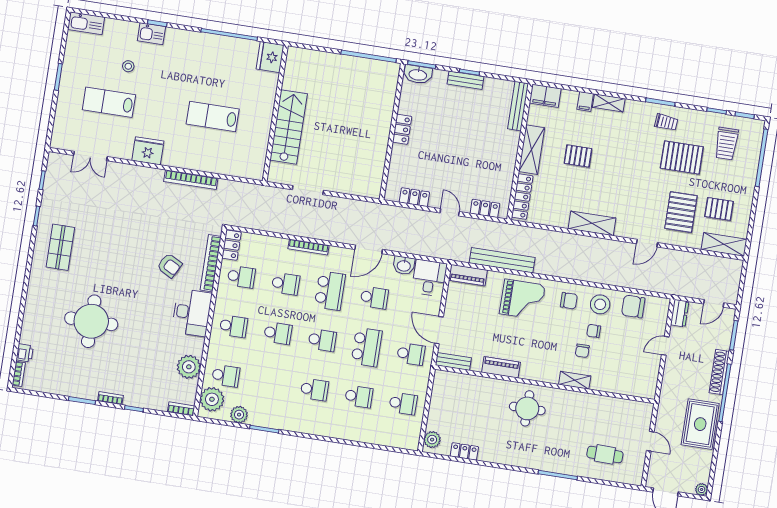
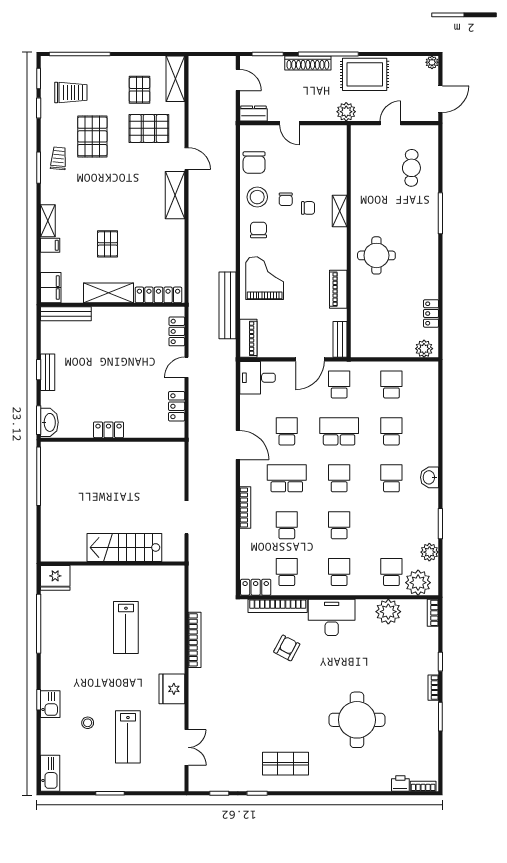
shelving: (592, 223) -> (175, 195), moved
washbasin: (404, 265) -> (429, 477), moved, turned 180
plant: (668, 401) -> (346, 112), added

